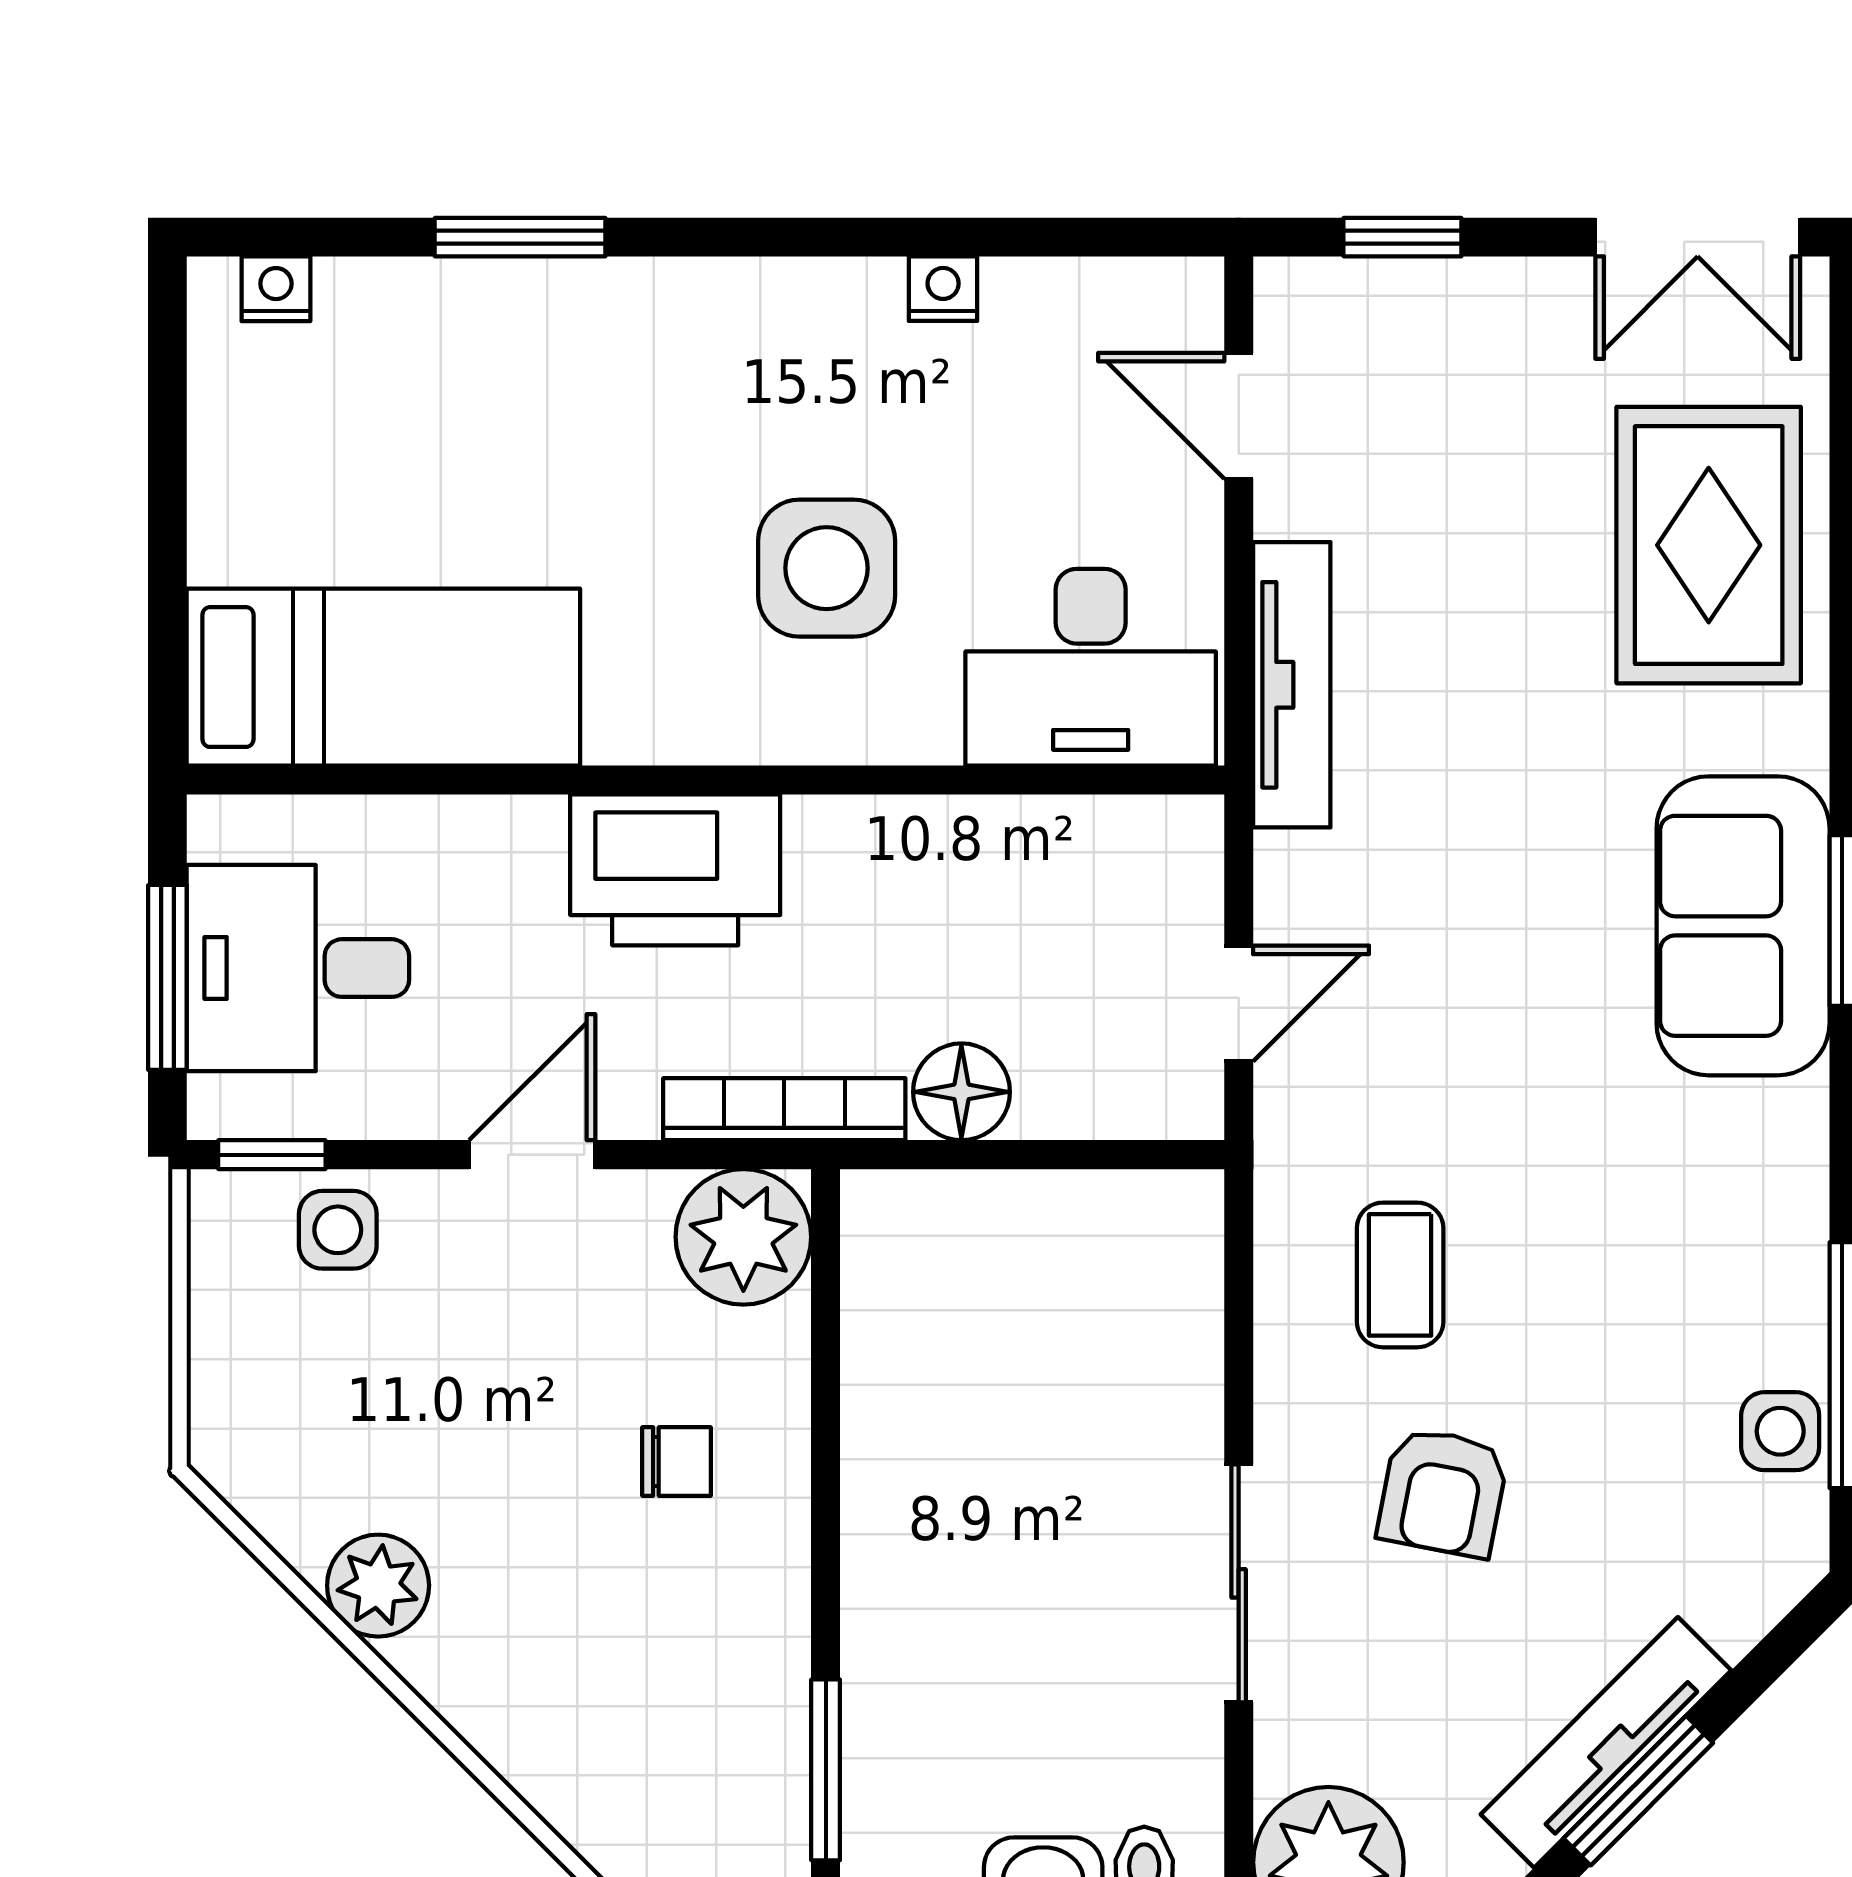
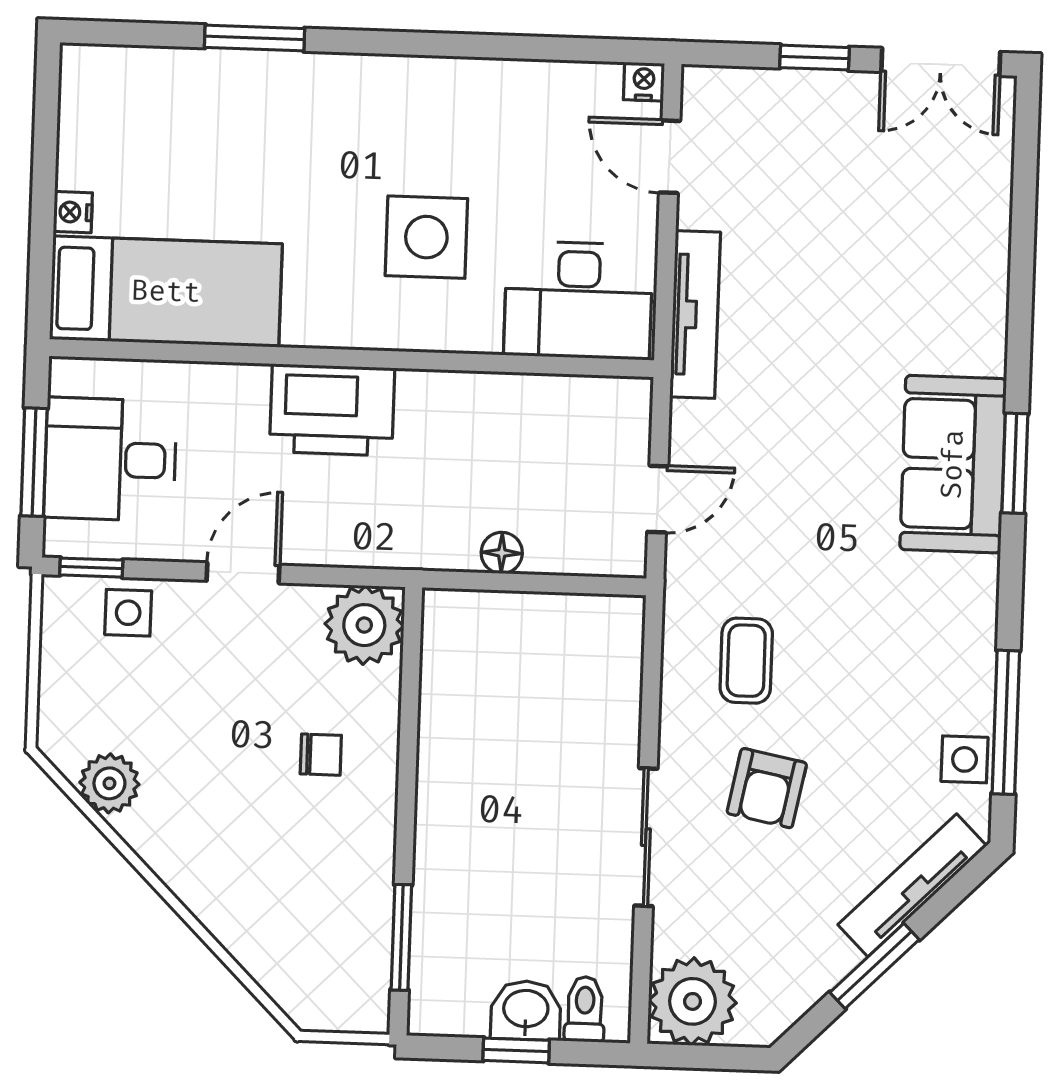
window: (1402, 237) -> (815, 58), moved
nightstand: (276, 289) -> (73, 212), moved, turned -90
nightstand: (943, 289) -> (644, 82), moved
rug: (1709, 545) -> (941, 242), removed
floor lamp: (961, 1092) -> (502, 553), width x0.73, depth x0.73
bookcase: (784, 1109) -> (391, 552), removed
plant: (378, 1586) -> (109, 783), moved
tv unit: (1606, 1742) -> (912, 885), moved

